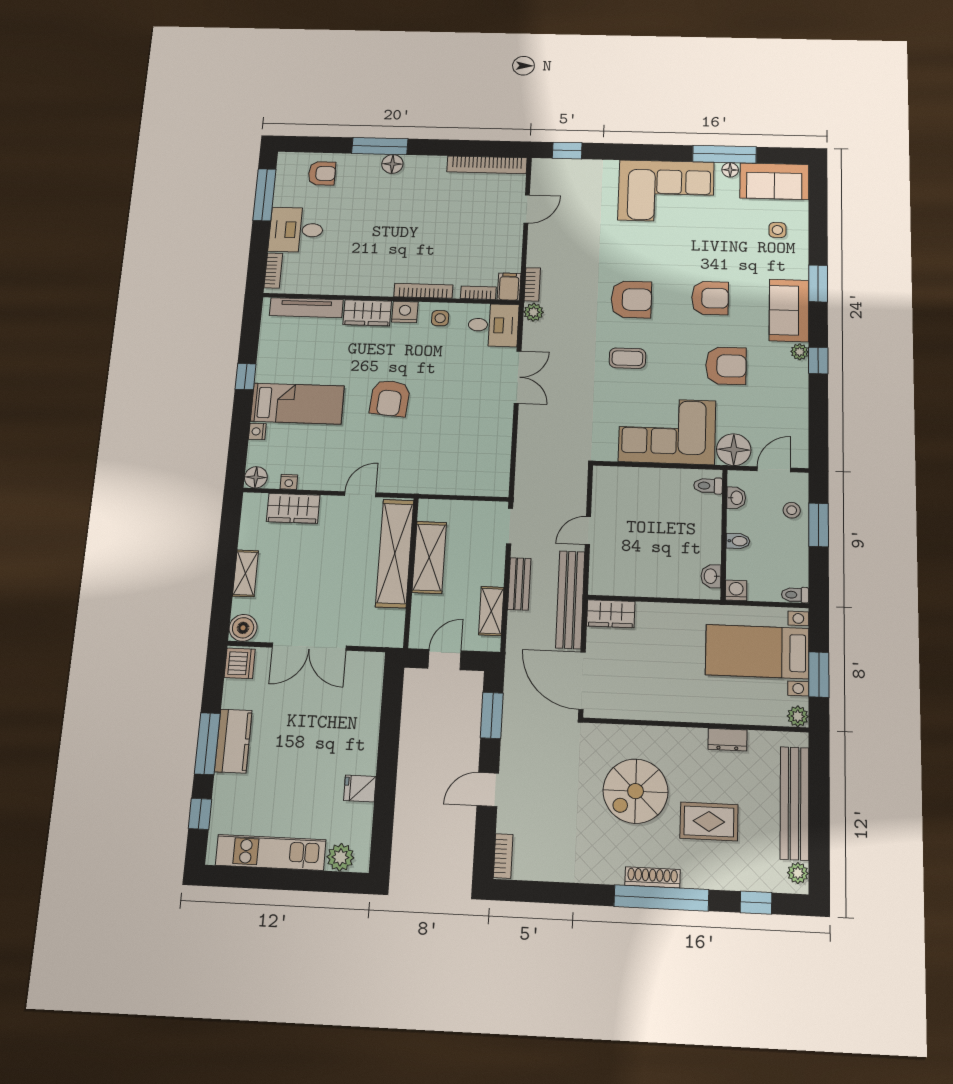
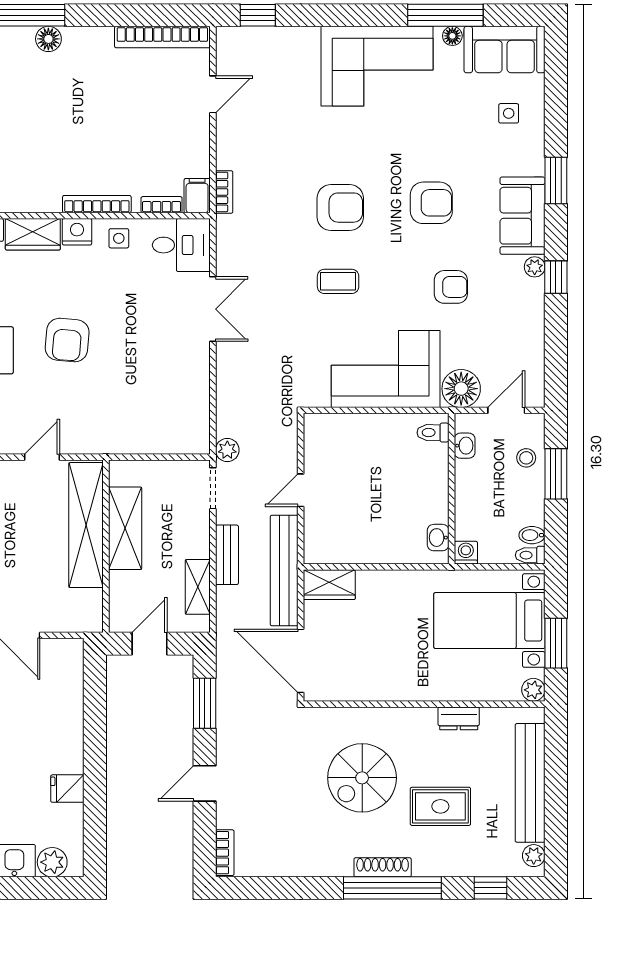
plant: (533, 312) -> (227, 450), moved
armchair: (726, 366) -> (451, 287), width x0.72, depth x0.72
bidet: (738, 541) -> (532, 535), moved, turned 180

